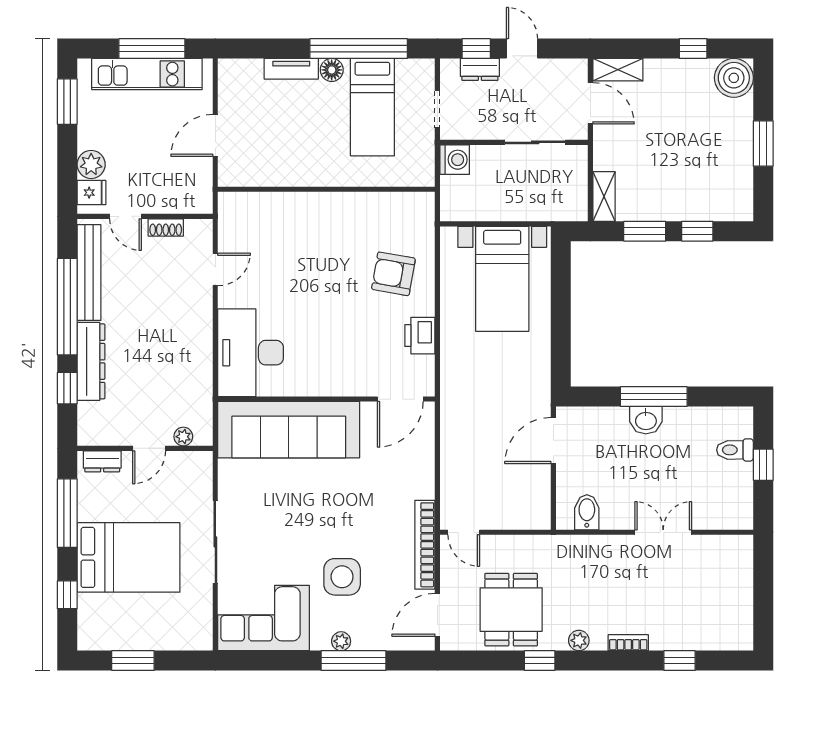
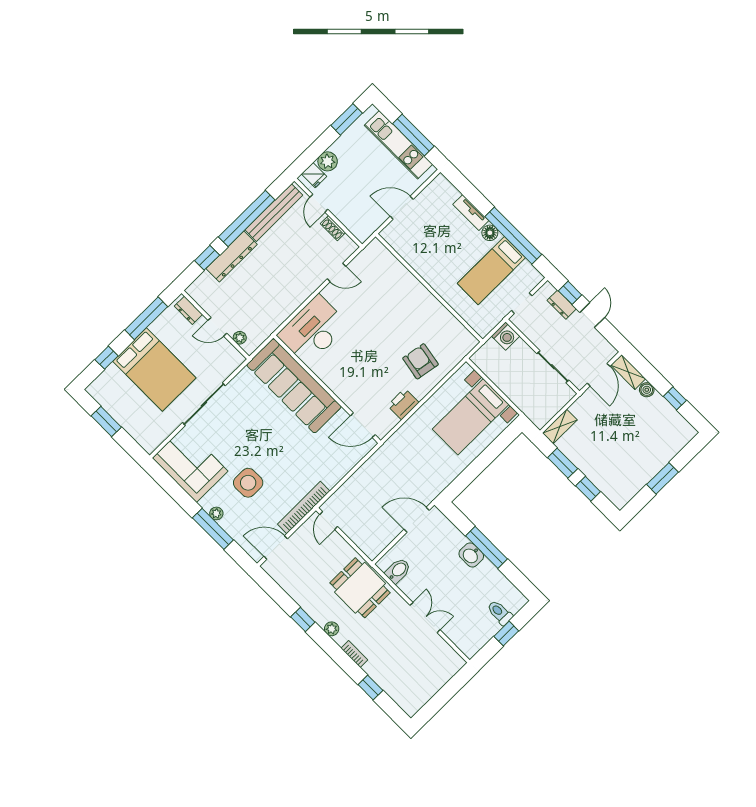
boiler: (734, 78) -> (647, 390), moved, width x0.54, depth x0.54
dining table: (511, 610) -> (360, 588), moved, turned 90

